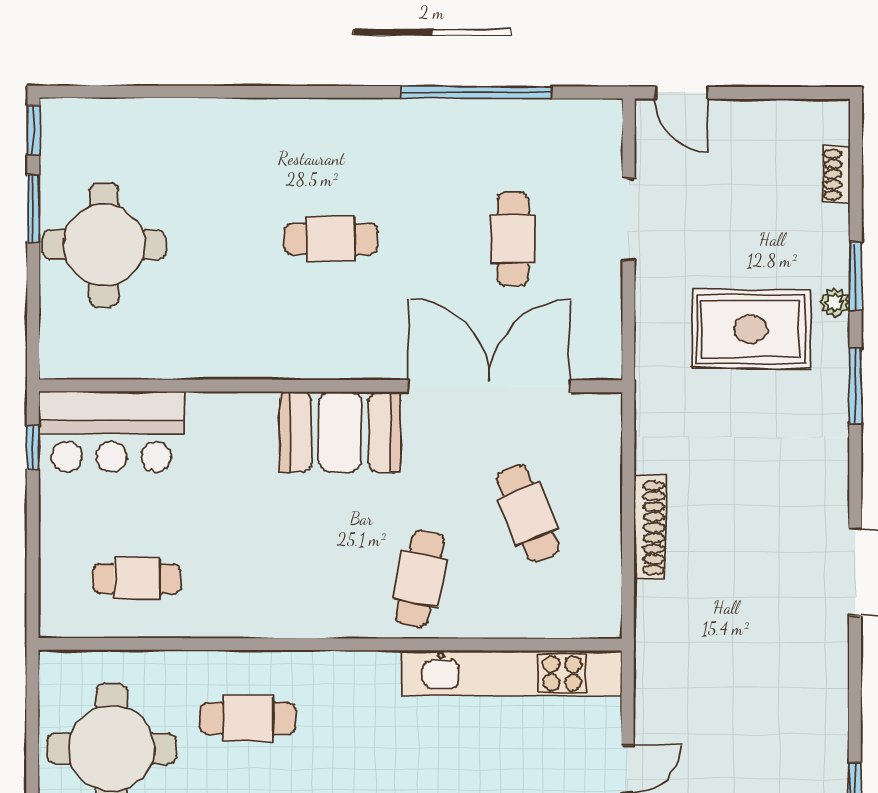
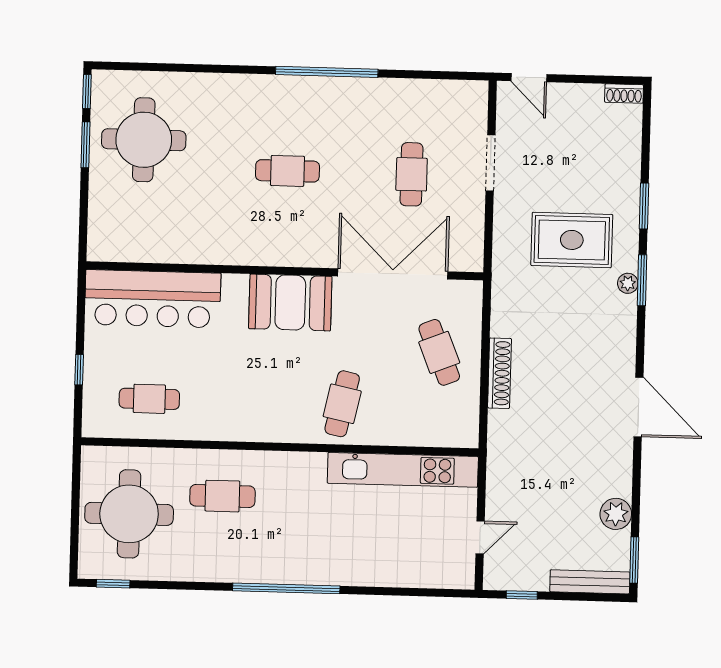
window: (476, 92) -> (327, 72), moved
shoe rack: (836, 174) -> (624, 94), moved, turned -90
round table: (104, 245) -> (144, 140), moved
plant: (835, 303) -> (628, 283), moved
bar counter: (111, 432) -> (153, 299), width x1.36
window: (33, 448) -> (79, 370), moved
cafe table: (528, 513) -> (439, 352), moved
plant: (826, 730) -> (616, 514), added

